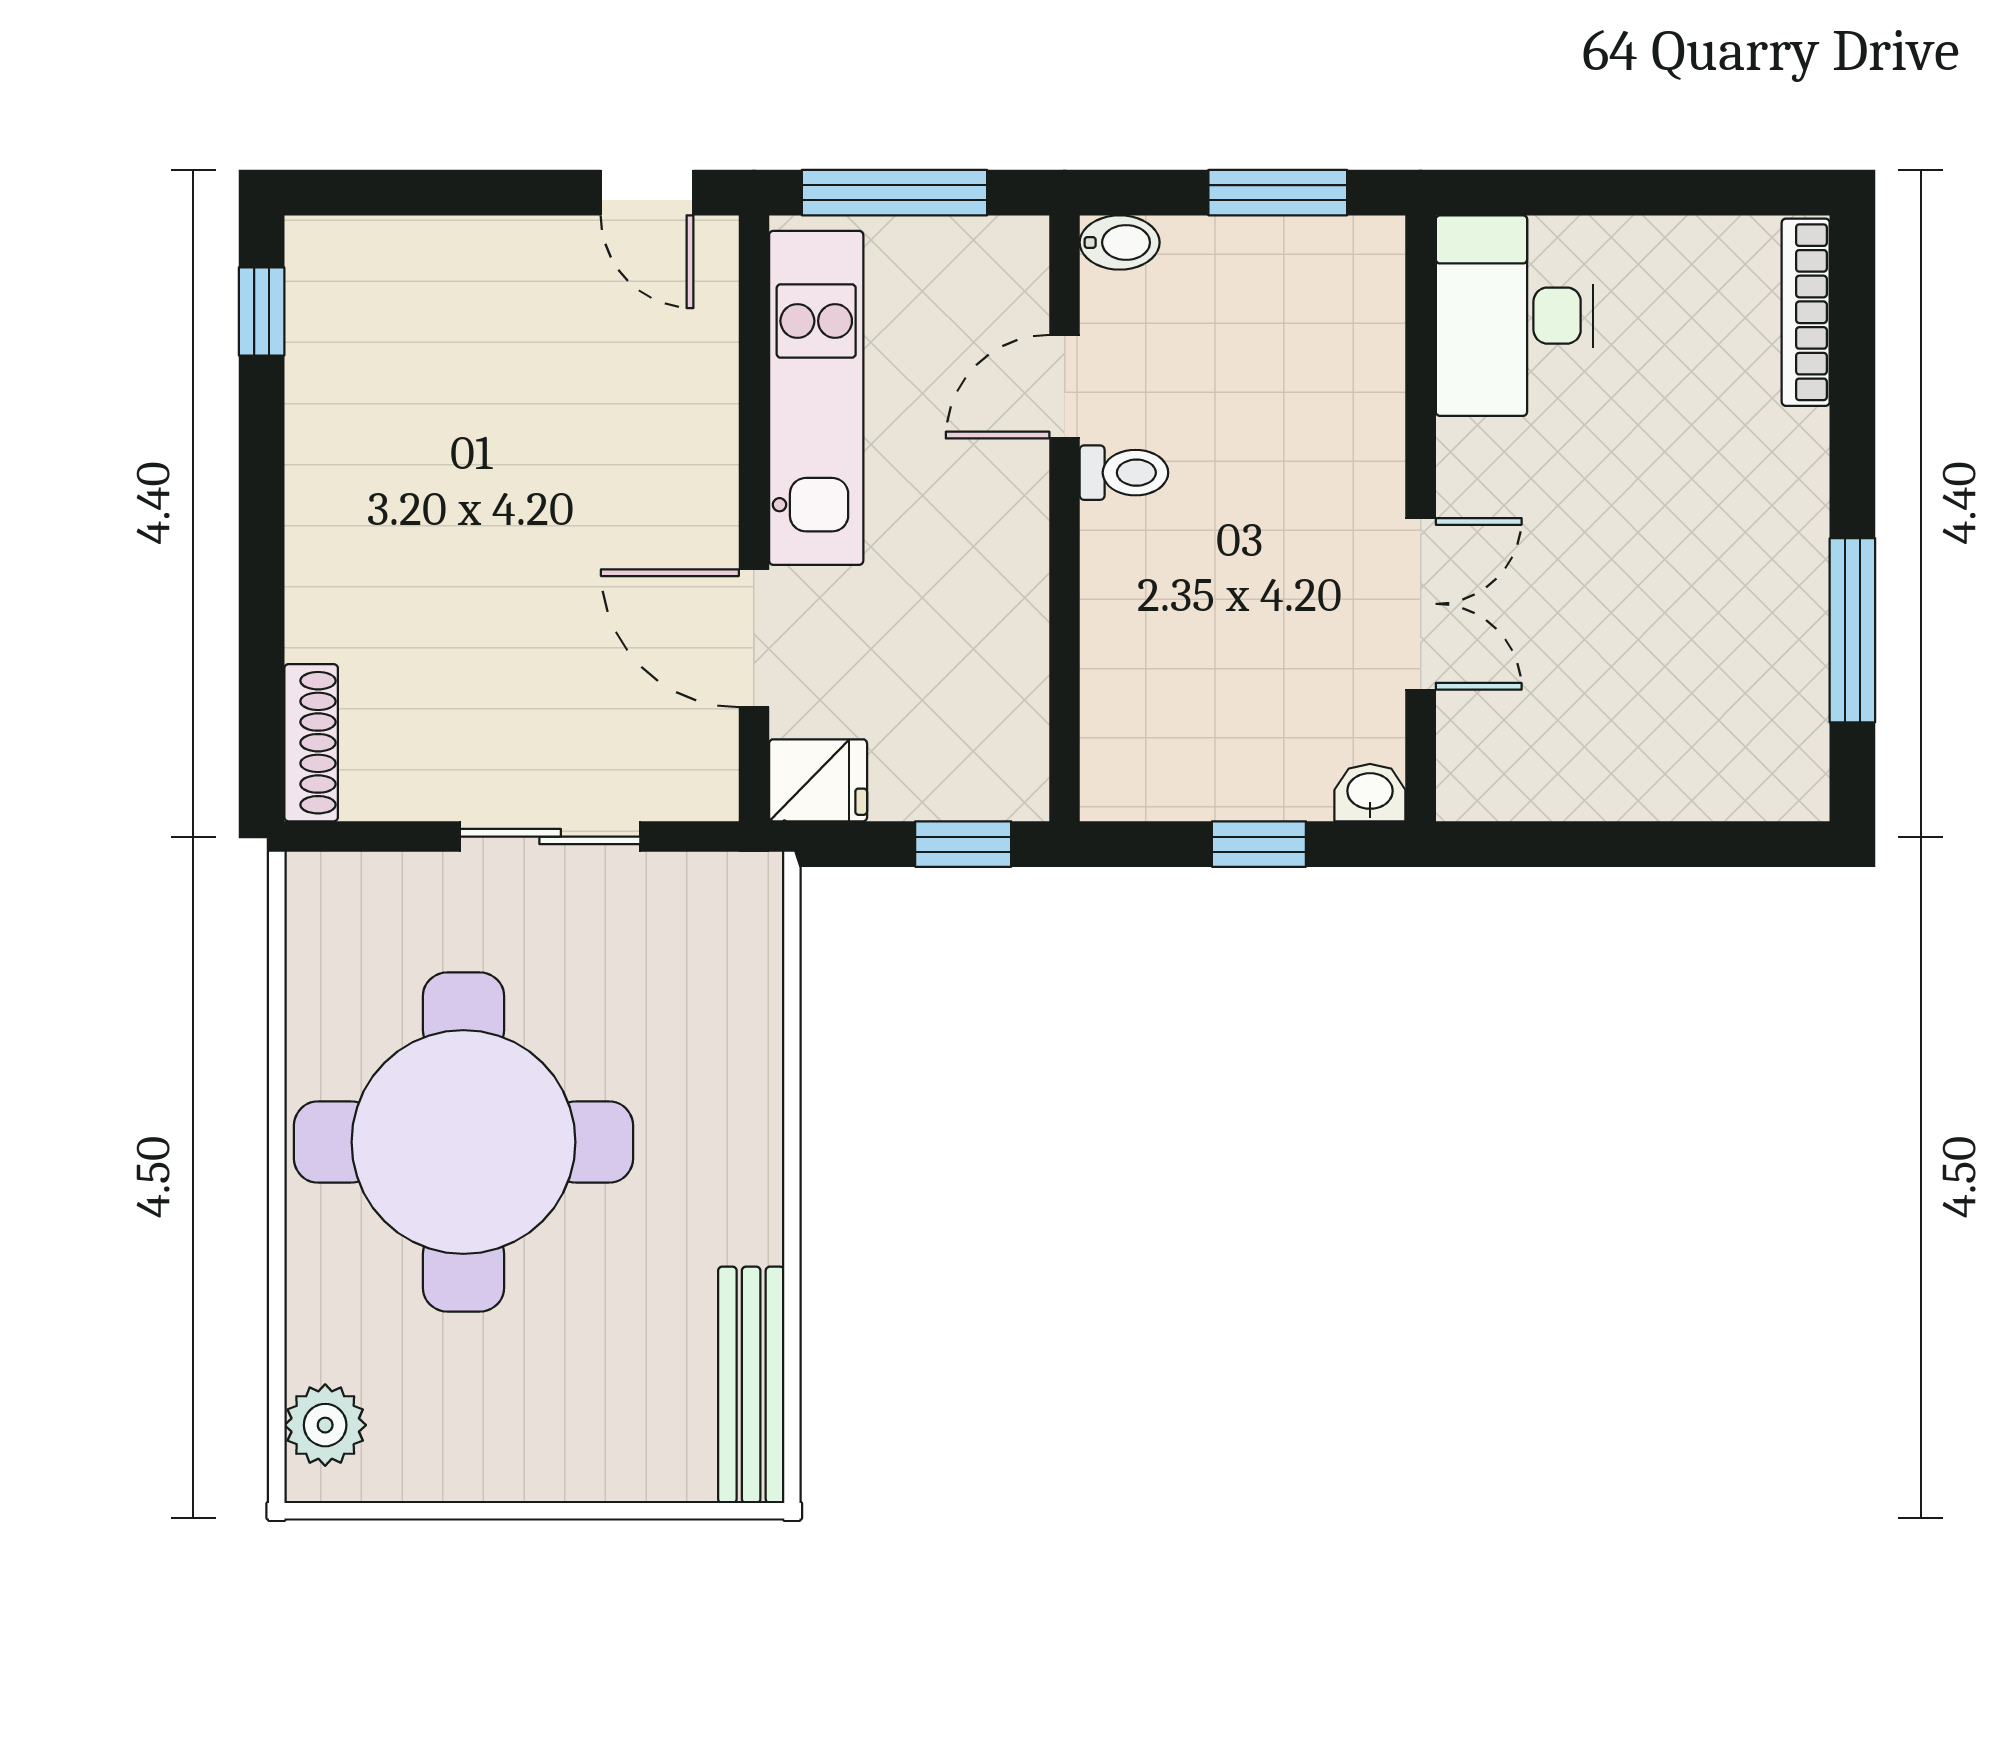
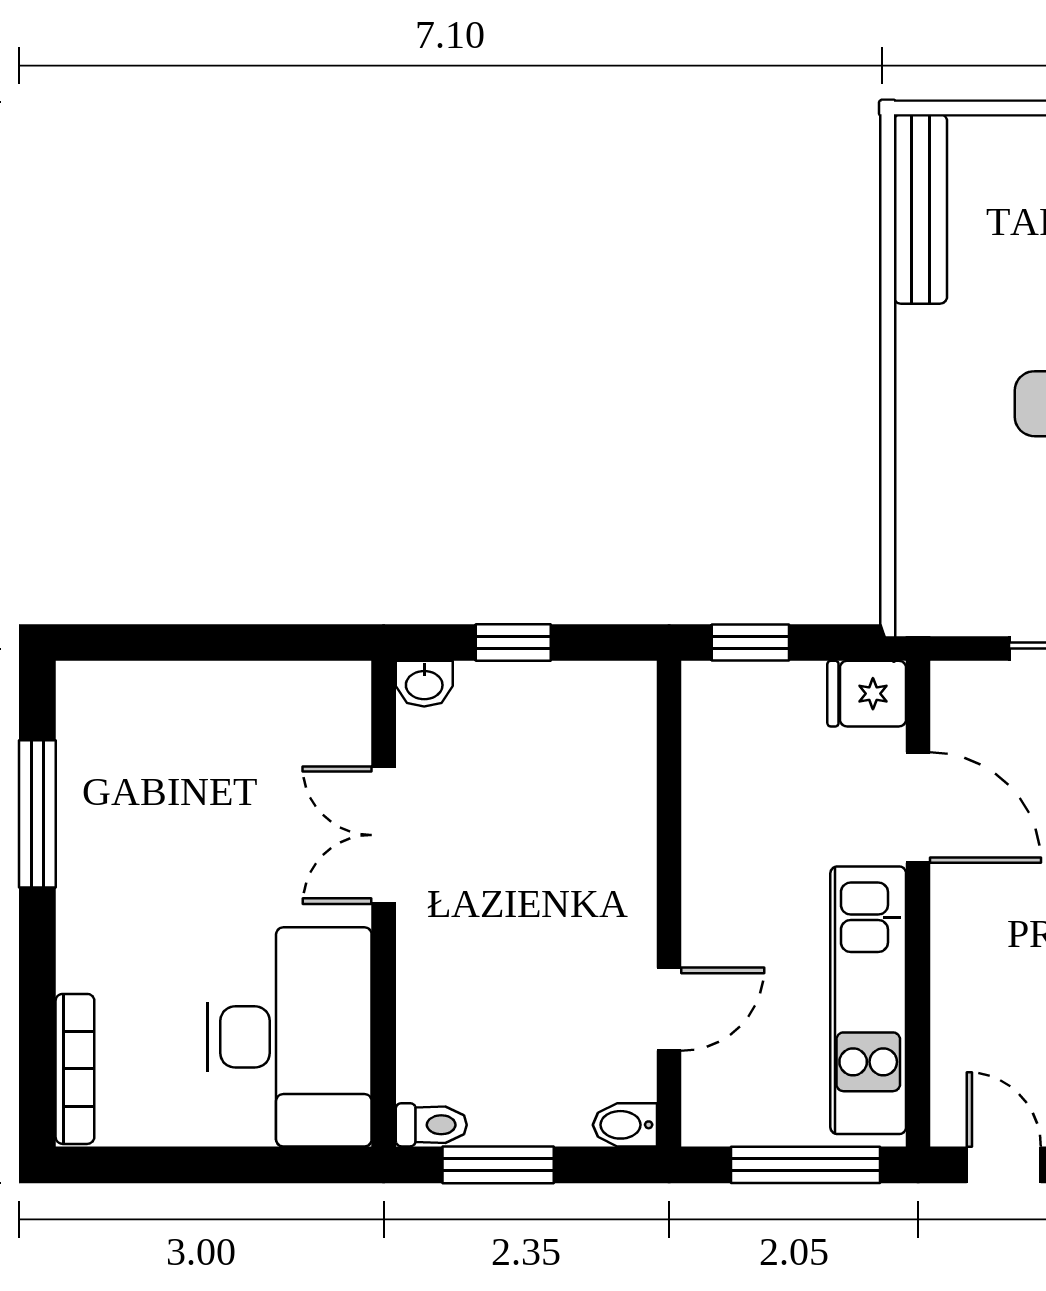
desk: (1515, 316) -> (289, 1037), width x1.36, depth x1.30
toilet: (1124, 473) -> (431, 1125), moved, turned 180

